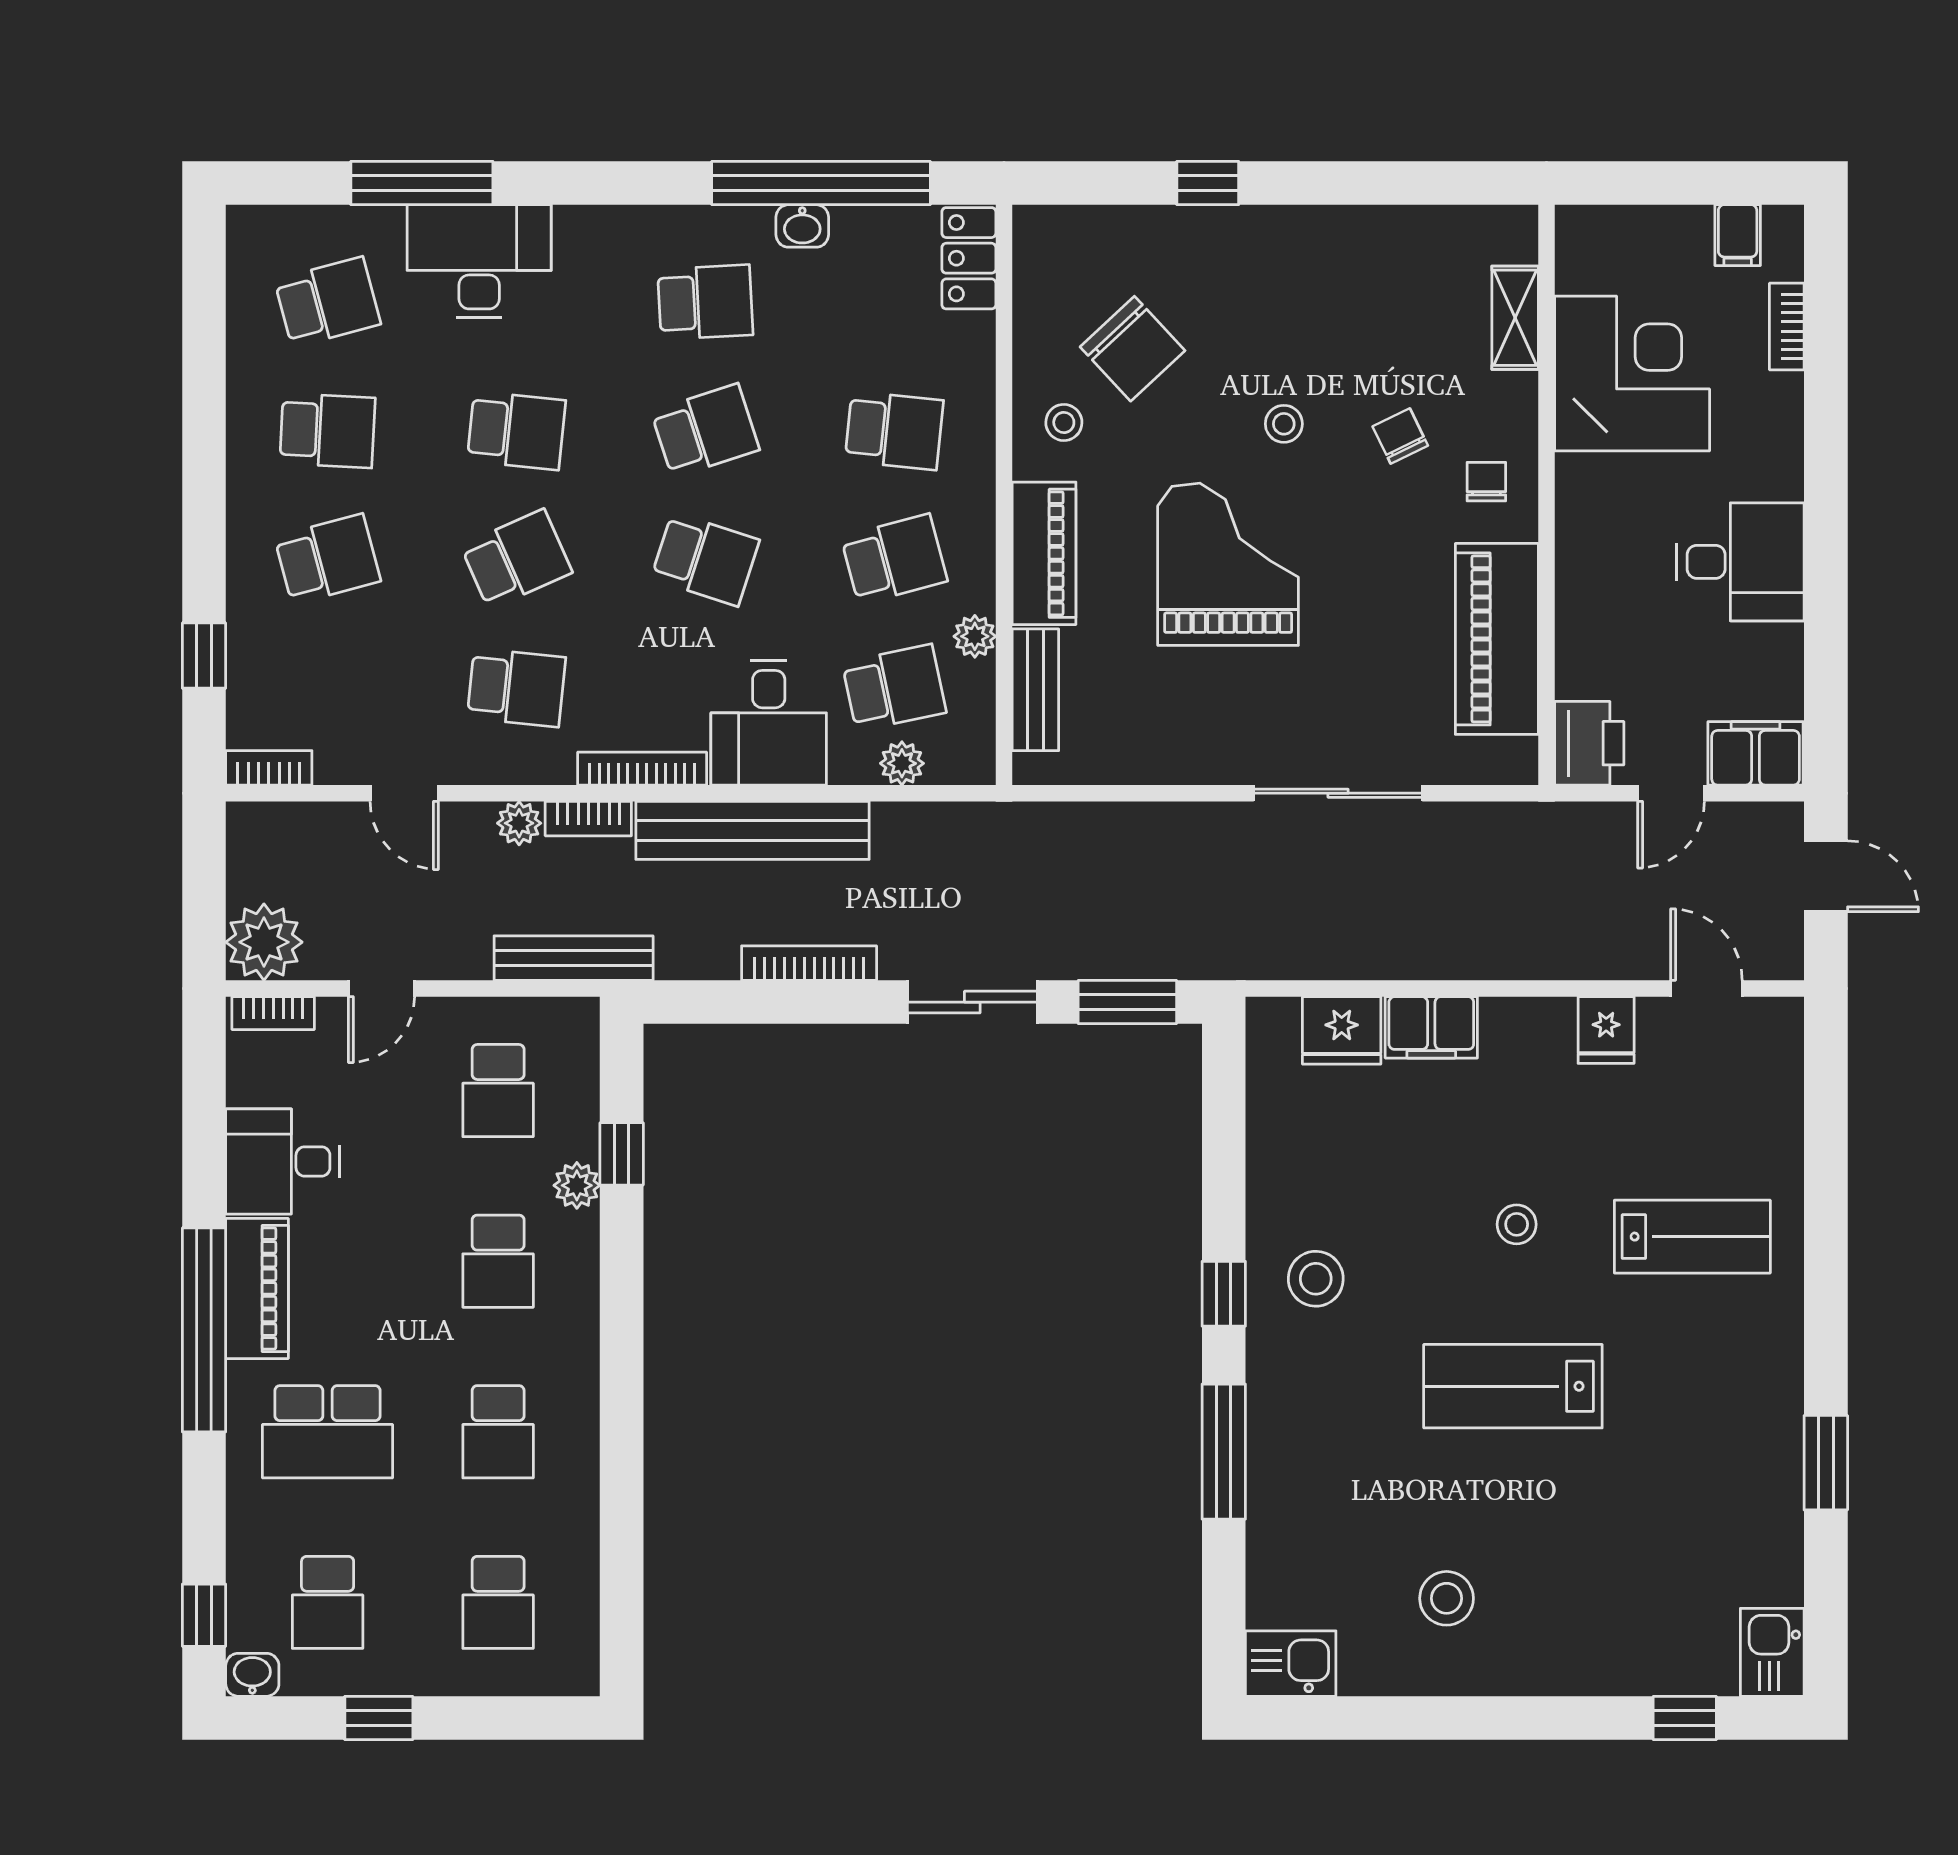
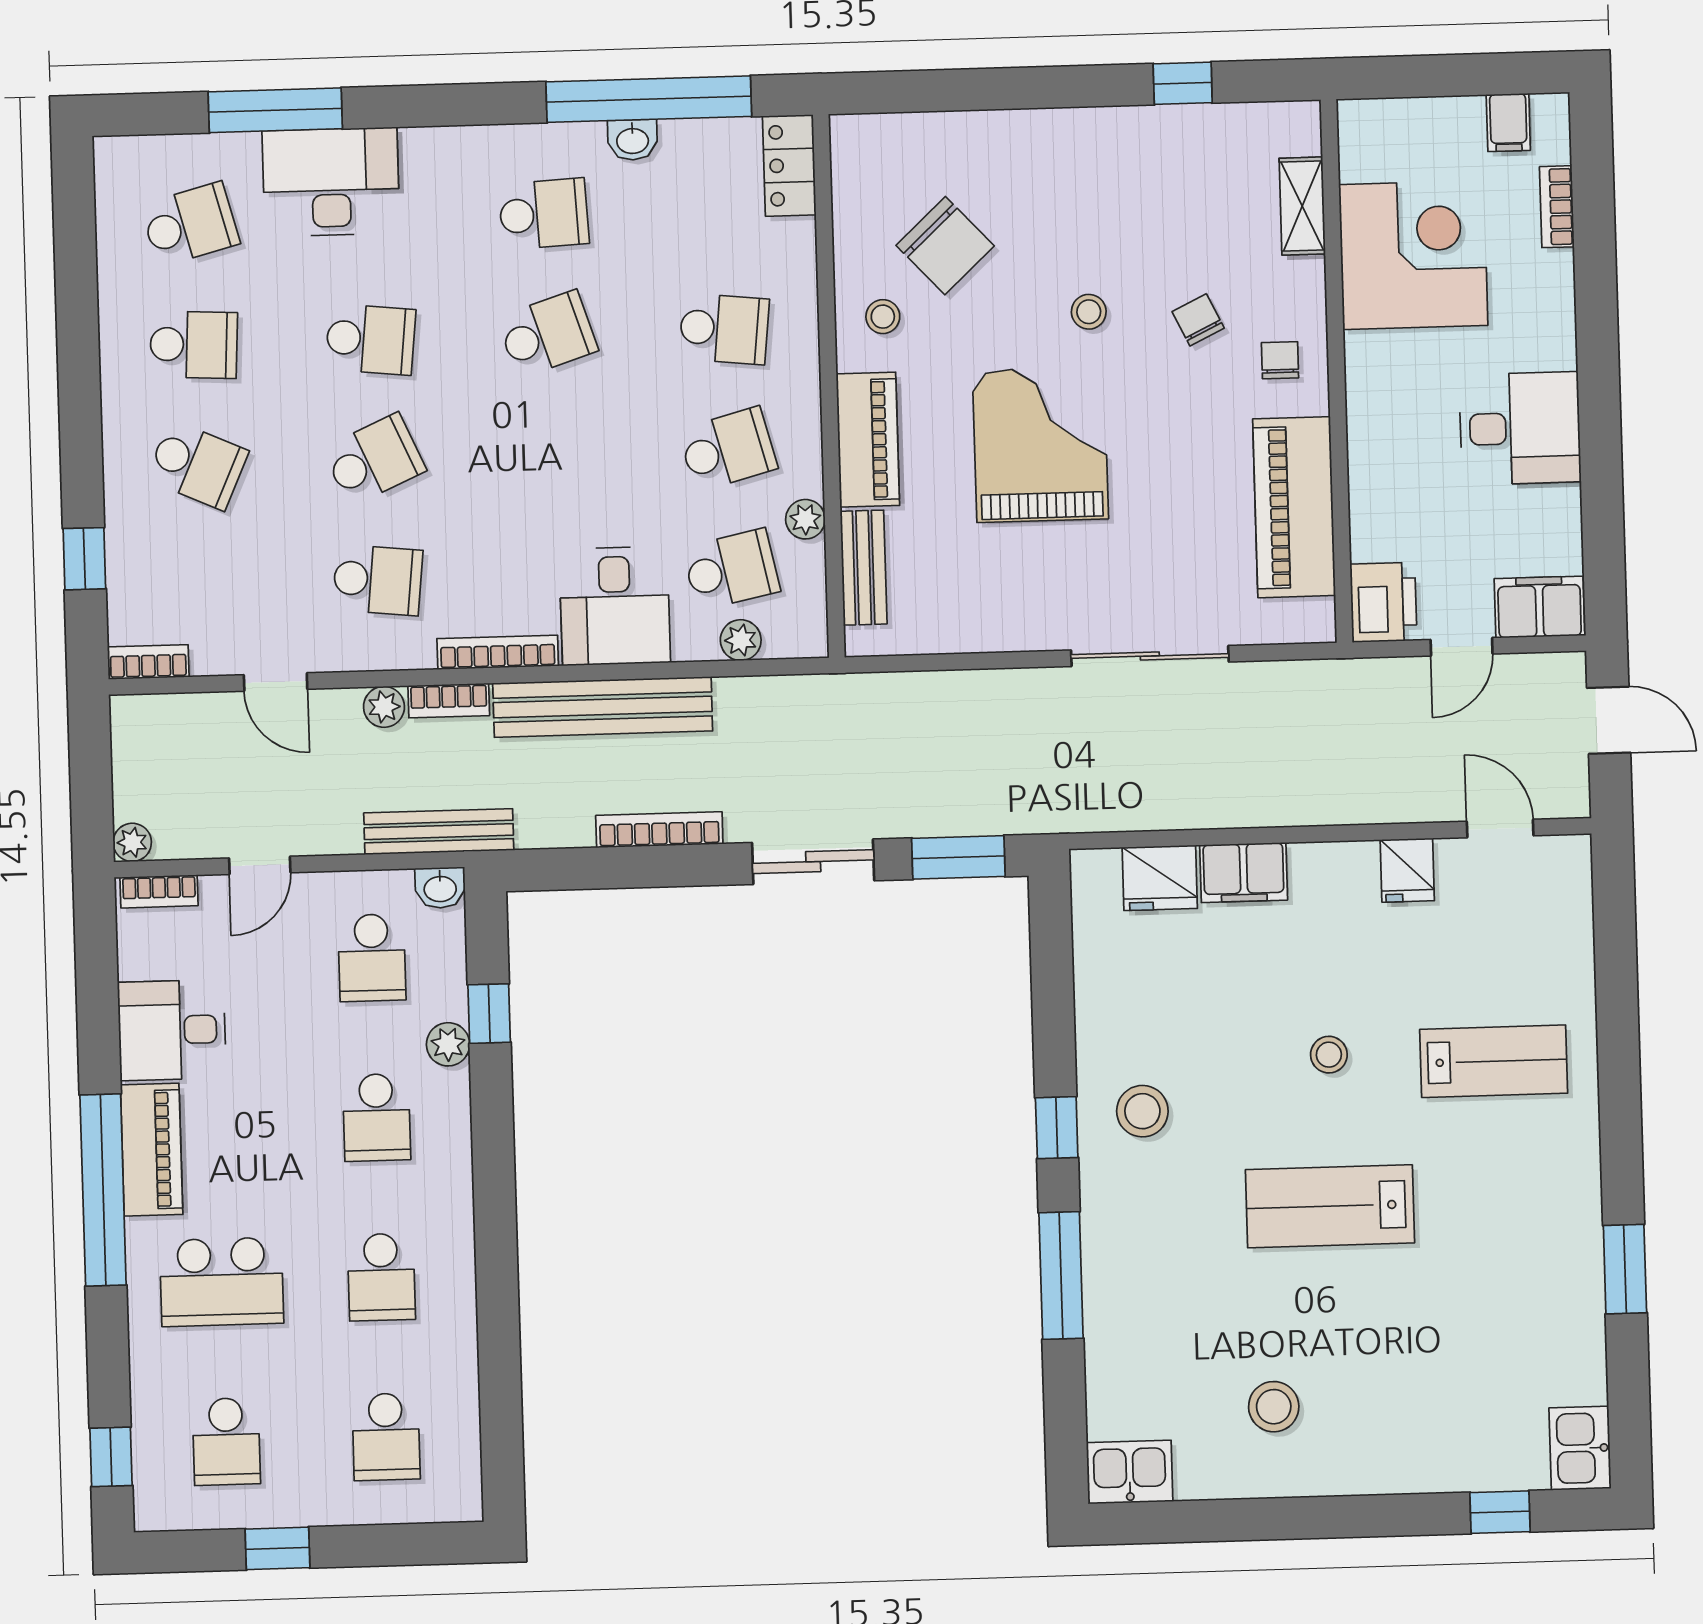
window: (1208, 183) -> (1183, 83), moved
school desk: (327, 559) -> (197, 465), turned 39
school desk: (705, 559) -> (551, 454), removed
plant: (264, 942) -> (132, 842), width x0.53, depth x0.53
washbasin: (252, 1675) -> (440, 888), moved, turned 180

